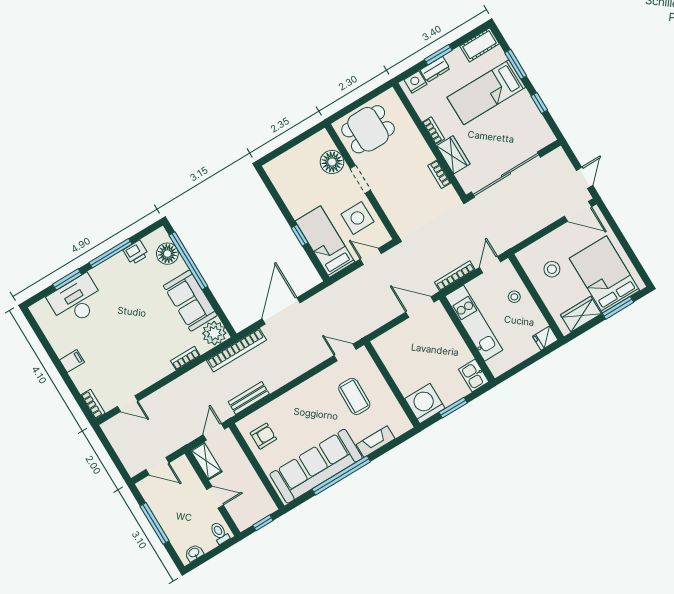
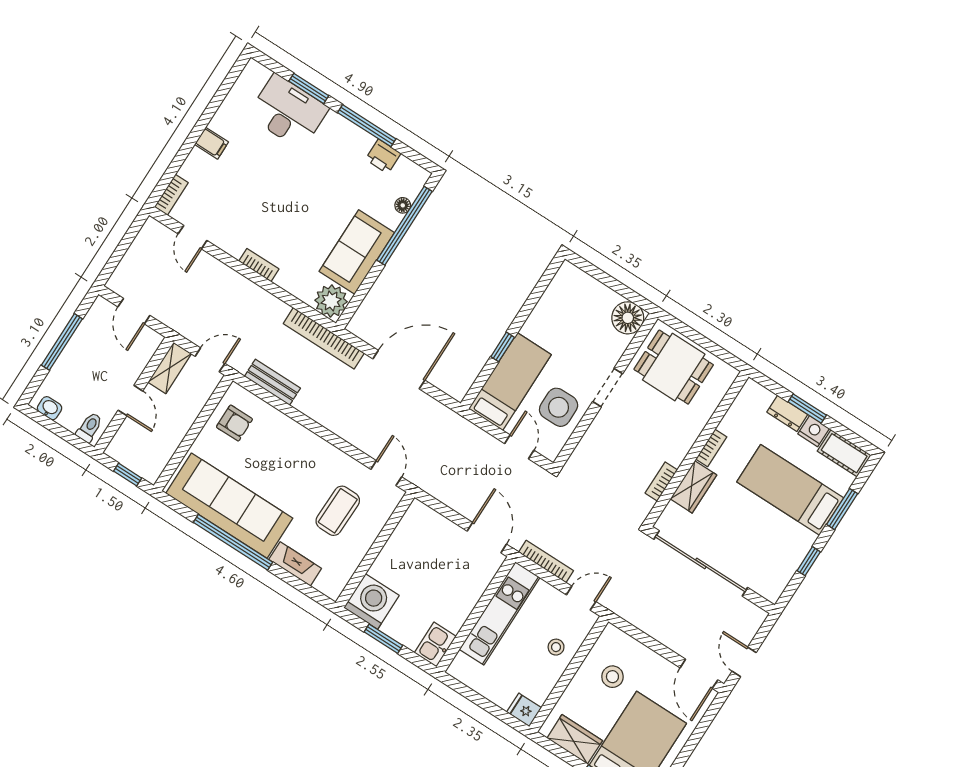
nightstand: (415, 82) -> (814, 431), moved
floor lamp: (332, 162) -> (628, 318), moved
door: (585, 178) -> (744, 662), swing flipped
floor lamp: (167, 254) -> (403, 205), width x0.53, depth x0.53
bookcase: (185, 358) -> (259, 265), moved

